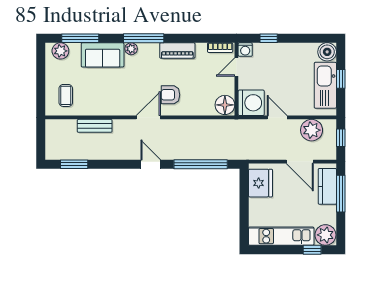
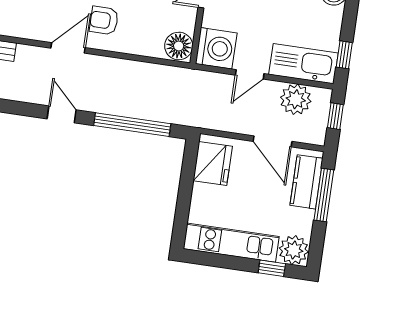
window: (341, 79) -> (344, 55), moved
kitchen sink: (325, 85) -> (303, 64), moved, turned 90
door: (277, 117) -> (250, 74), swing flipped

